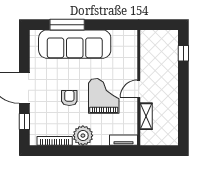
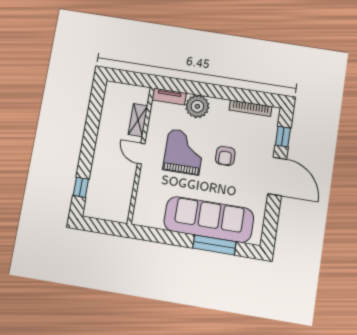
door: (139, 89) -> (141, 154), swing flipped
grand piano: (104, 96) -> (184, 152), turned 180
plant: (83, 136) -> (197, 106), moved

